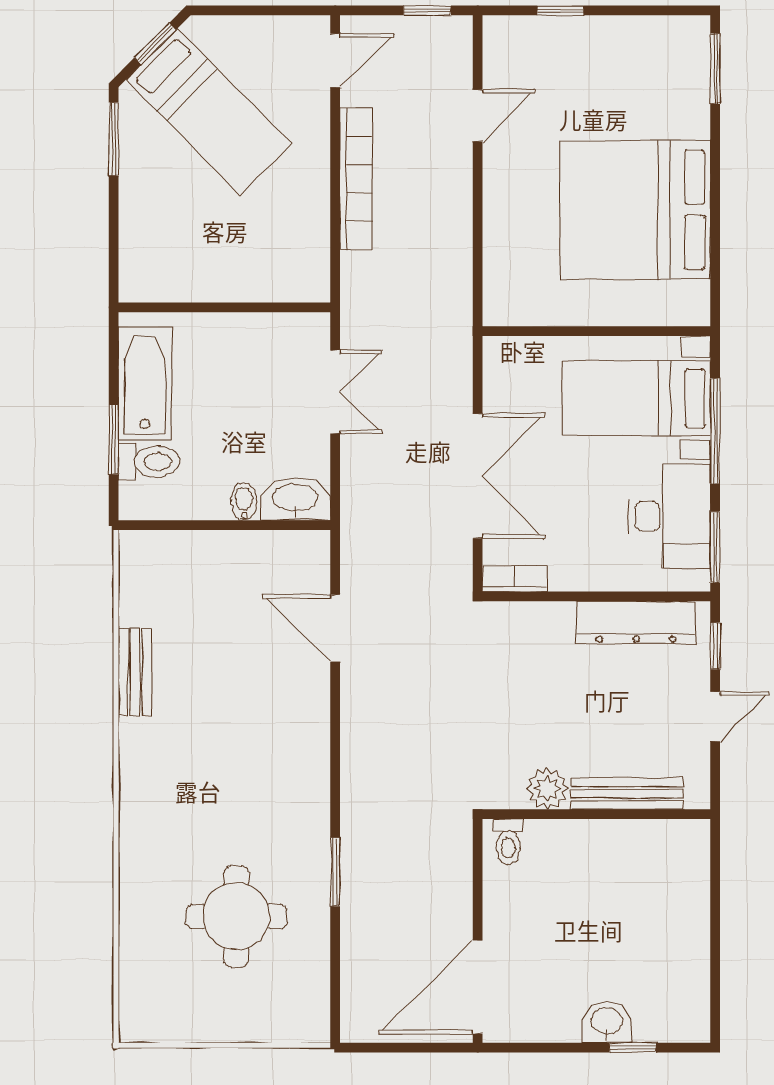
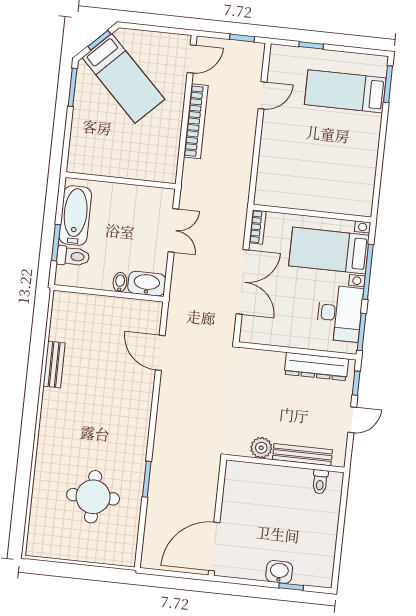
bed: (635, 210) -> (345, 91), moved, width x0.49
bookcase: (515, 579) -> (258, 227), moved, turned 90
toilet: (508, 842) -> (320, 482), moved

